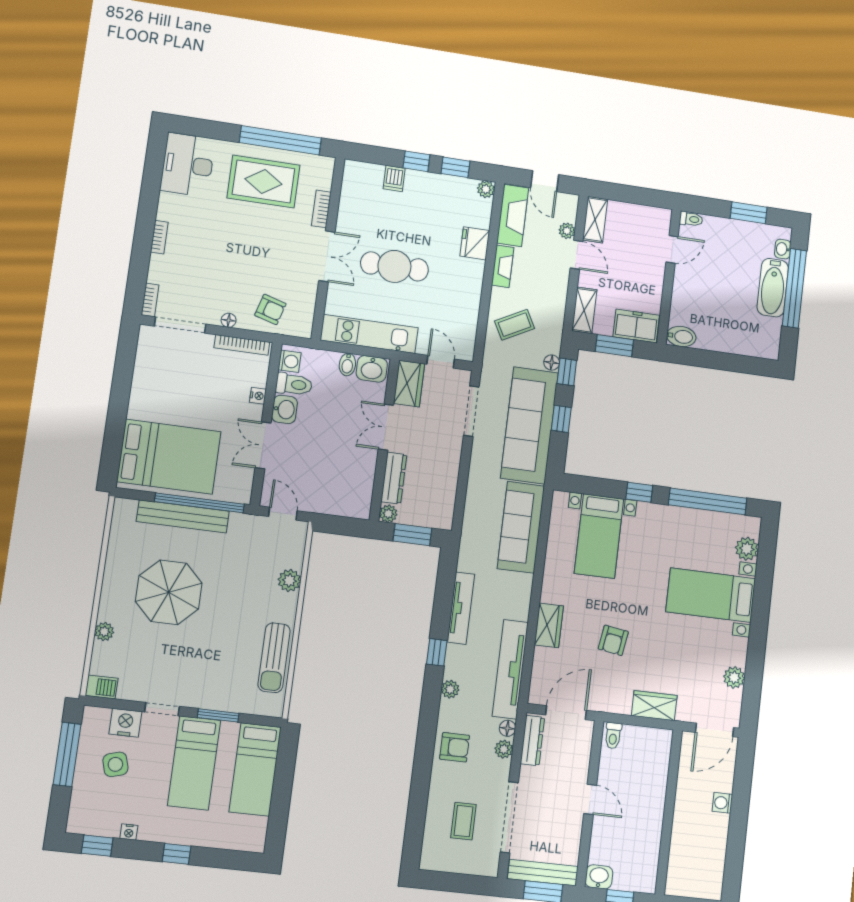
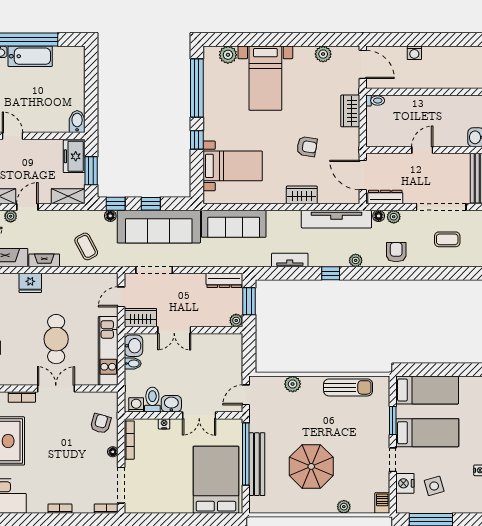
dresser: (394, 478) -> (224, 280), moved, turned 180
tv unit: (461, 608) -> (290, 260), width x0.71
toilet: (613, 736) -> (375, 101), moved

